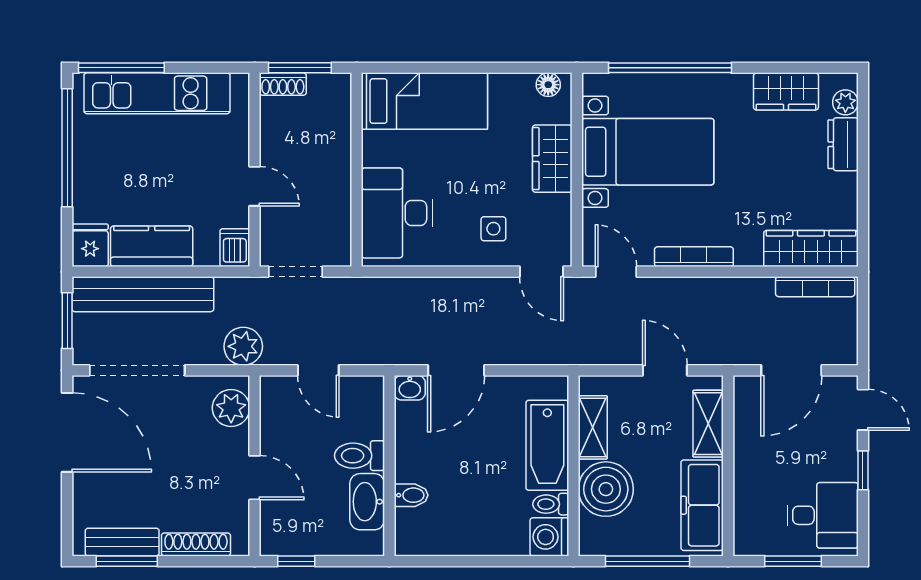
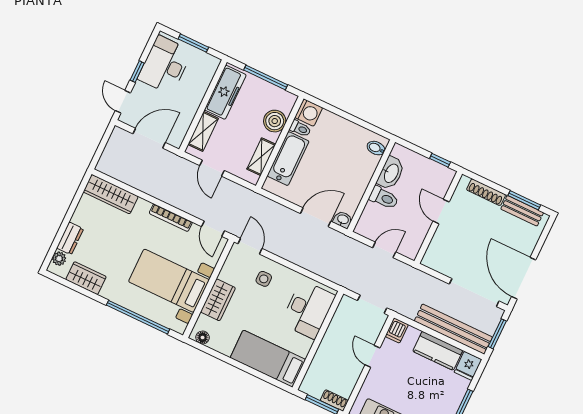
bookcase: (815, 287) -> (118, 174), removed
plant: (243, 346) -> (416, 280), removed
door: (318, 370) -> (384, 250), hinge flipped
plant: (231, 408) -> (436, 252), removed
boiler: (606, 489) -> (275, 121), width x0.73, depth x0.73
bidet: (411, 495) -> (376, 148), moved
desk: (823, 515) -> (165, 65), width x1.37

